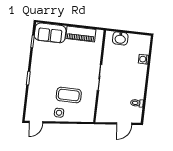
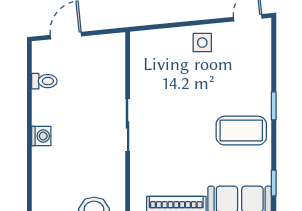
washing machine: (143, 59) -> (41, 136), moved
coffee table: (69, 95) -> (241, 131), moved

